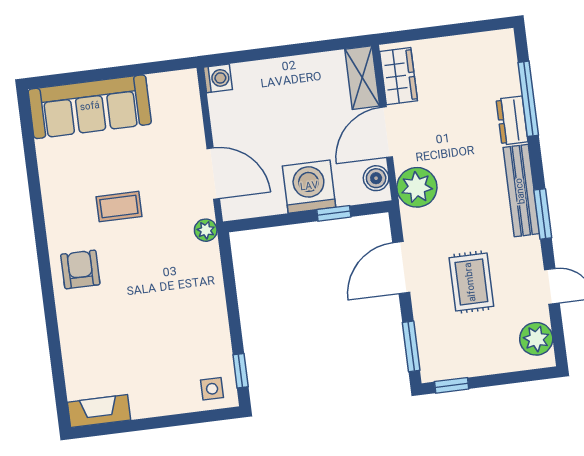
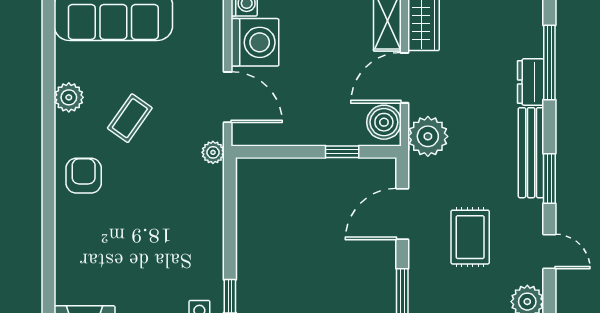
boiler: (376, 178) -> (384, 122), width x1.36, depth x1.36
washing machine: (309, 187) -> (255, 42), moved, turned 90
plant: (56, 194) -> (69, 97), added
coffee table: (119, 207) -> (130, 118), turned -55

